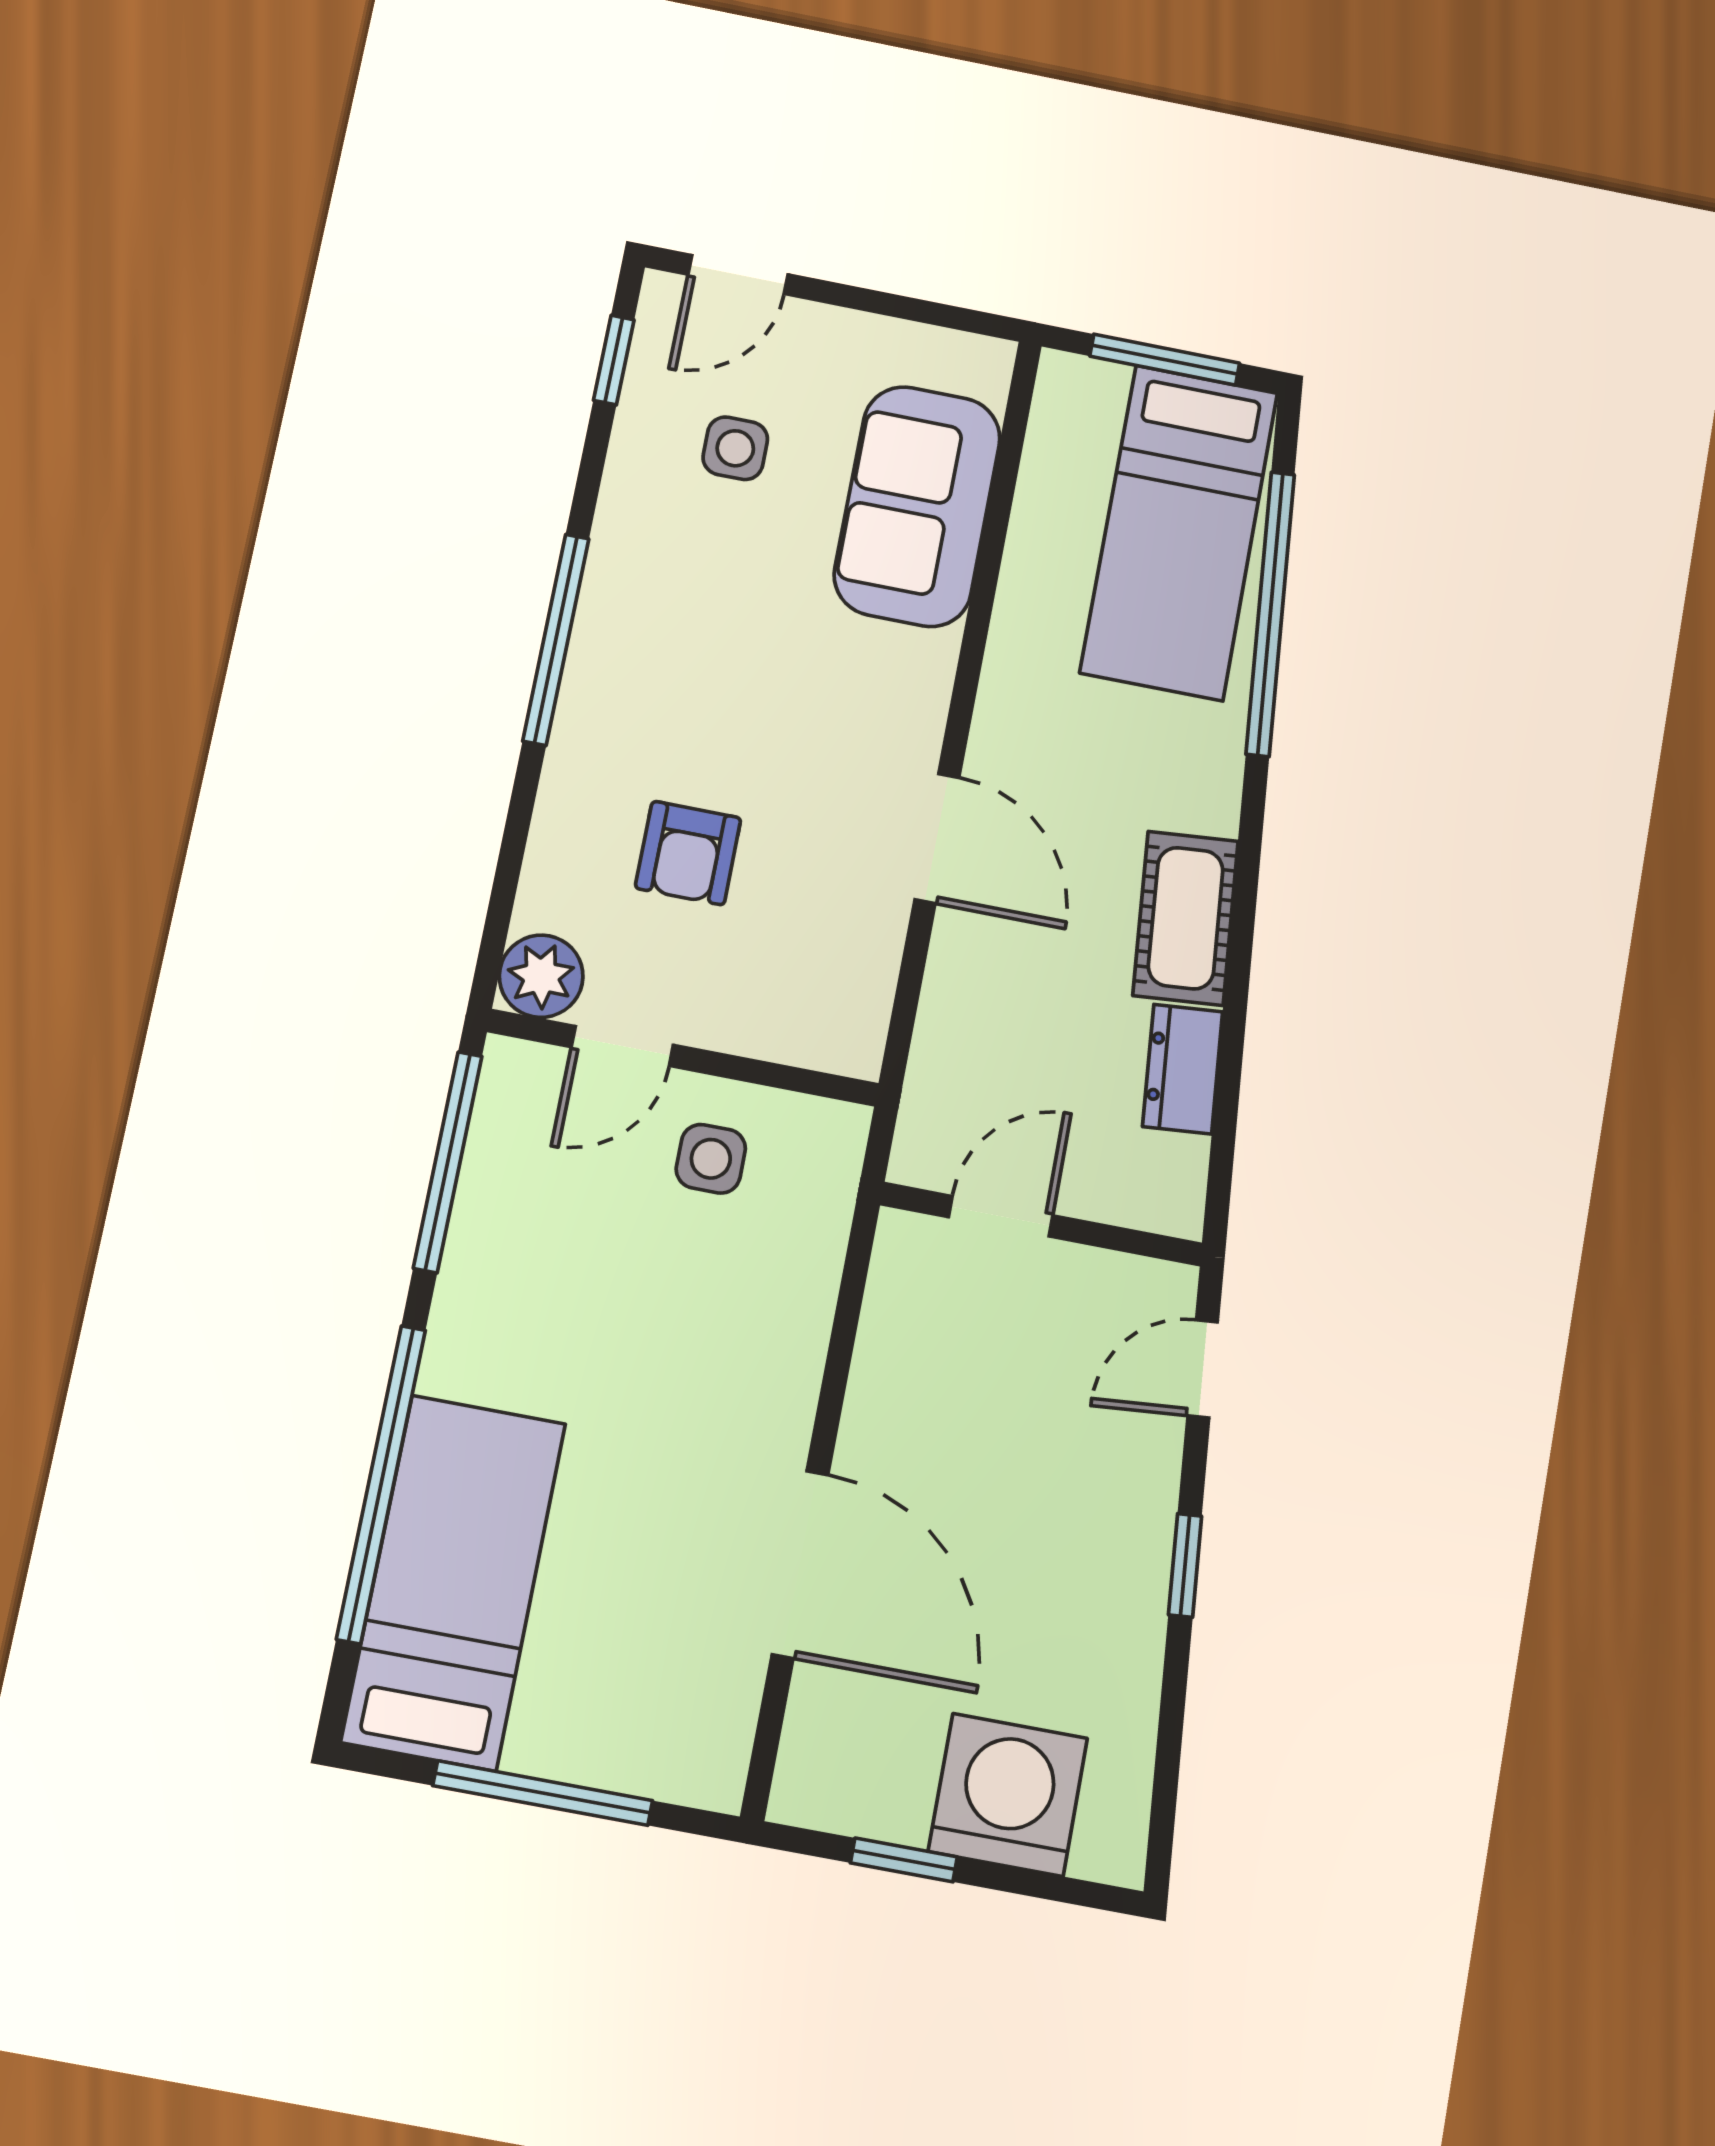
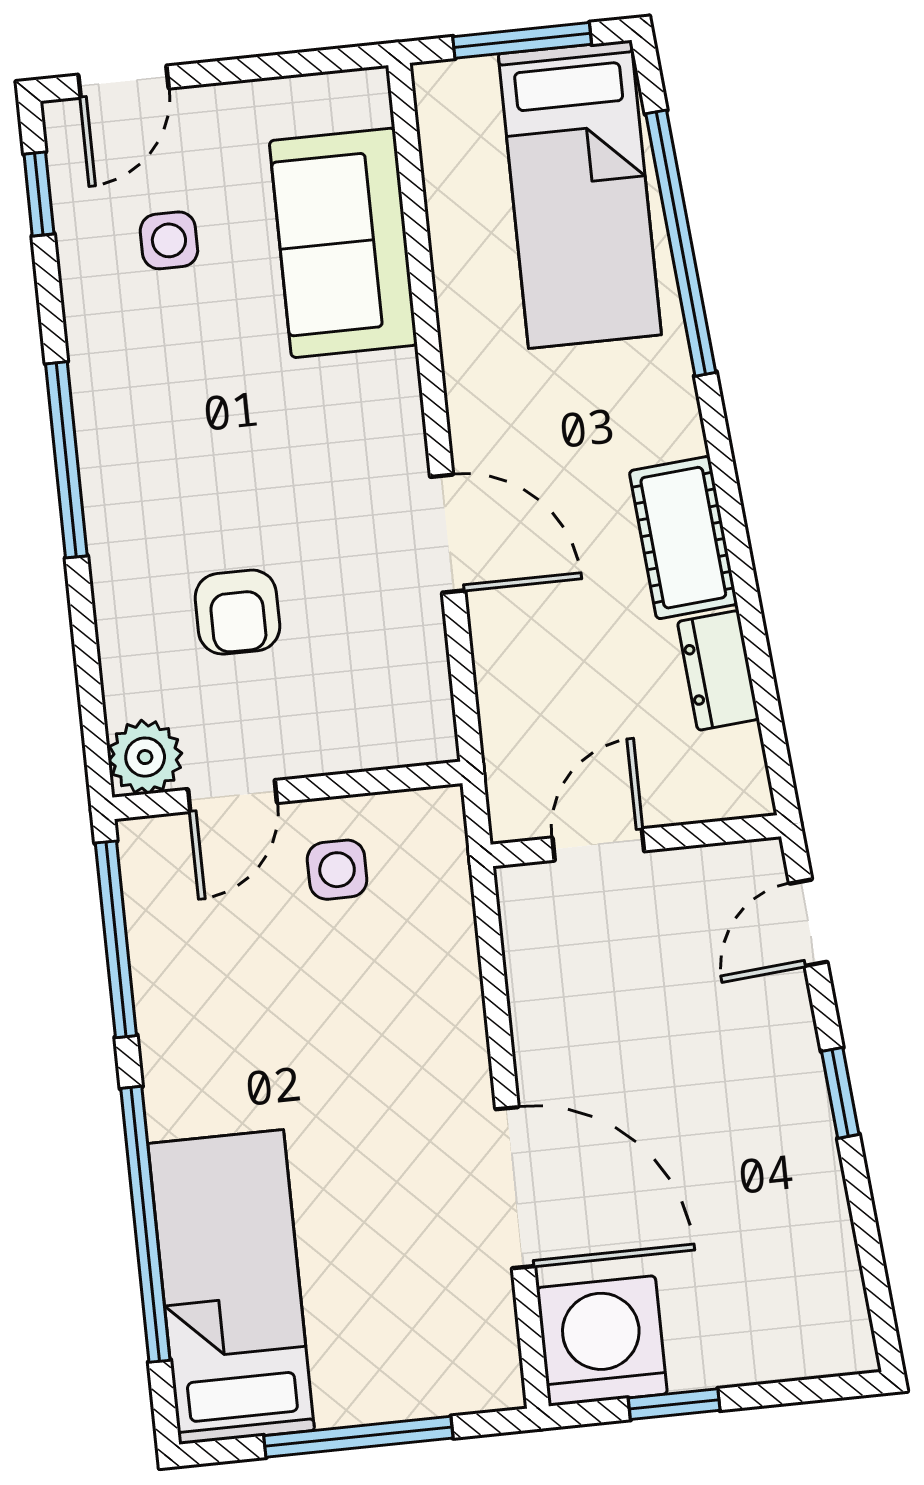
washing machine: (1008, 1795) -> (602, 1341), moved

